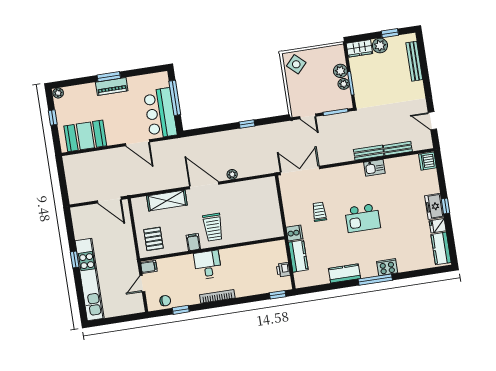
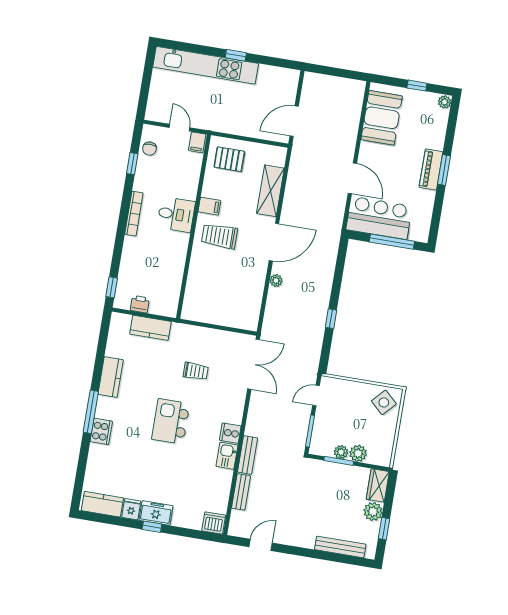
door: (137, 143) -> (352, 178), swing flipped
cooker: (294, 233) -> (230, 433), moved, turned 90

